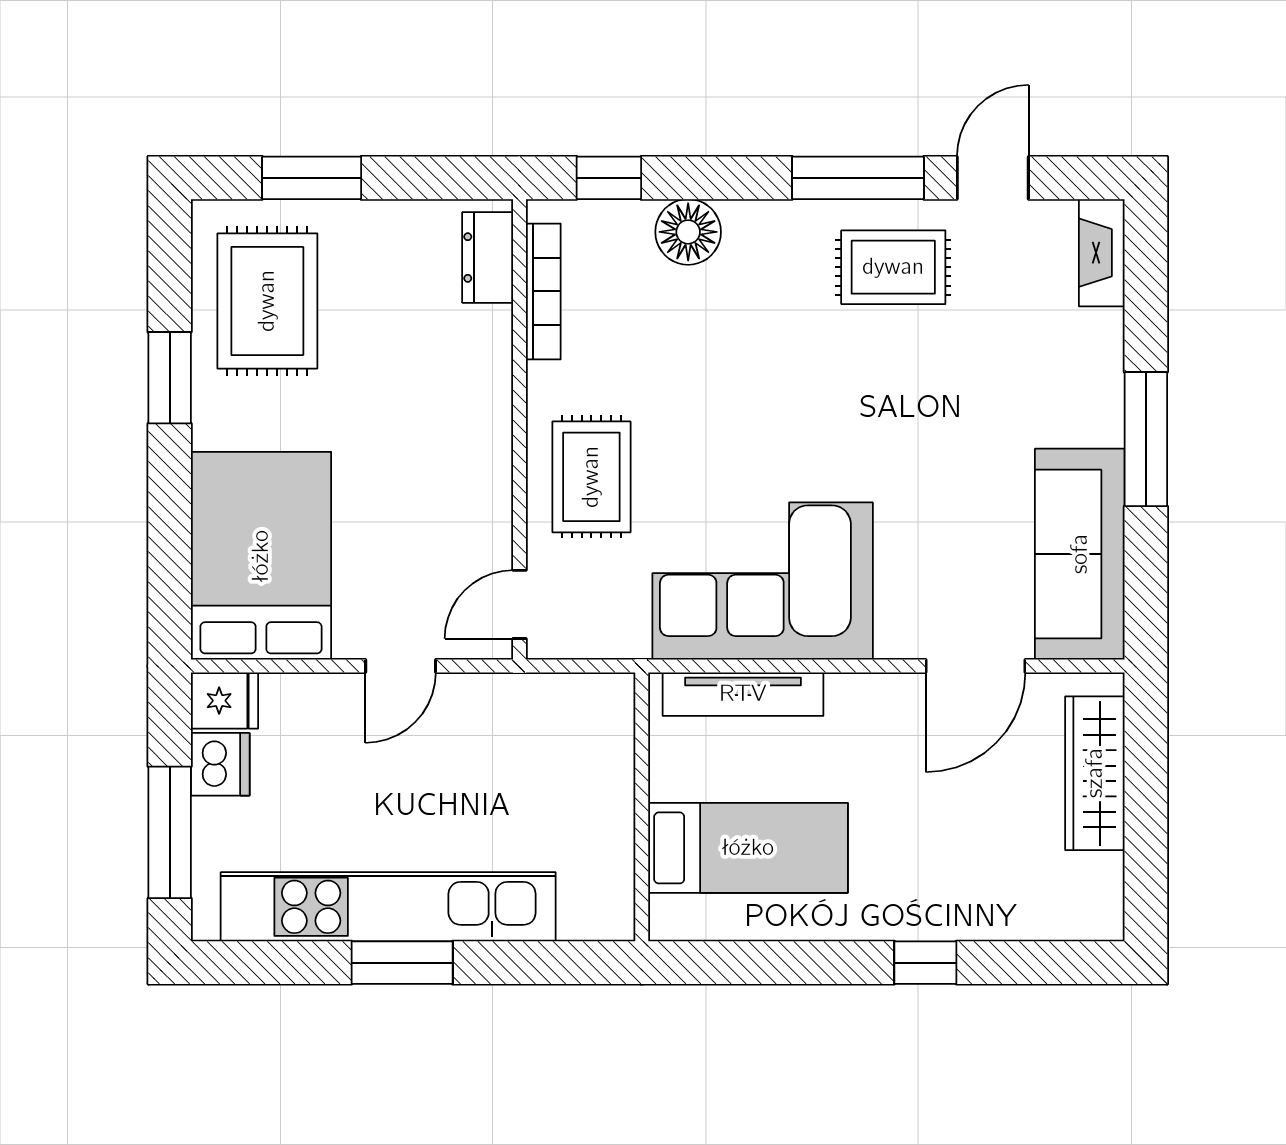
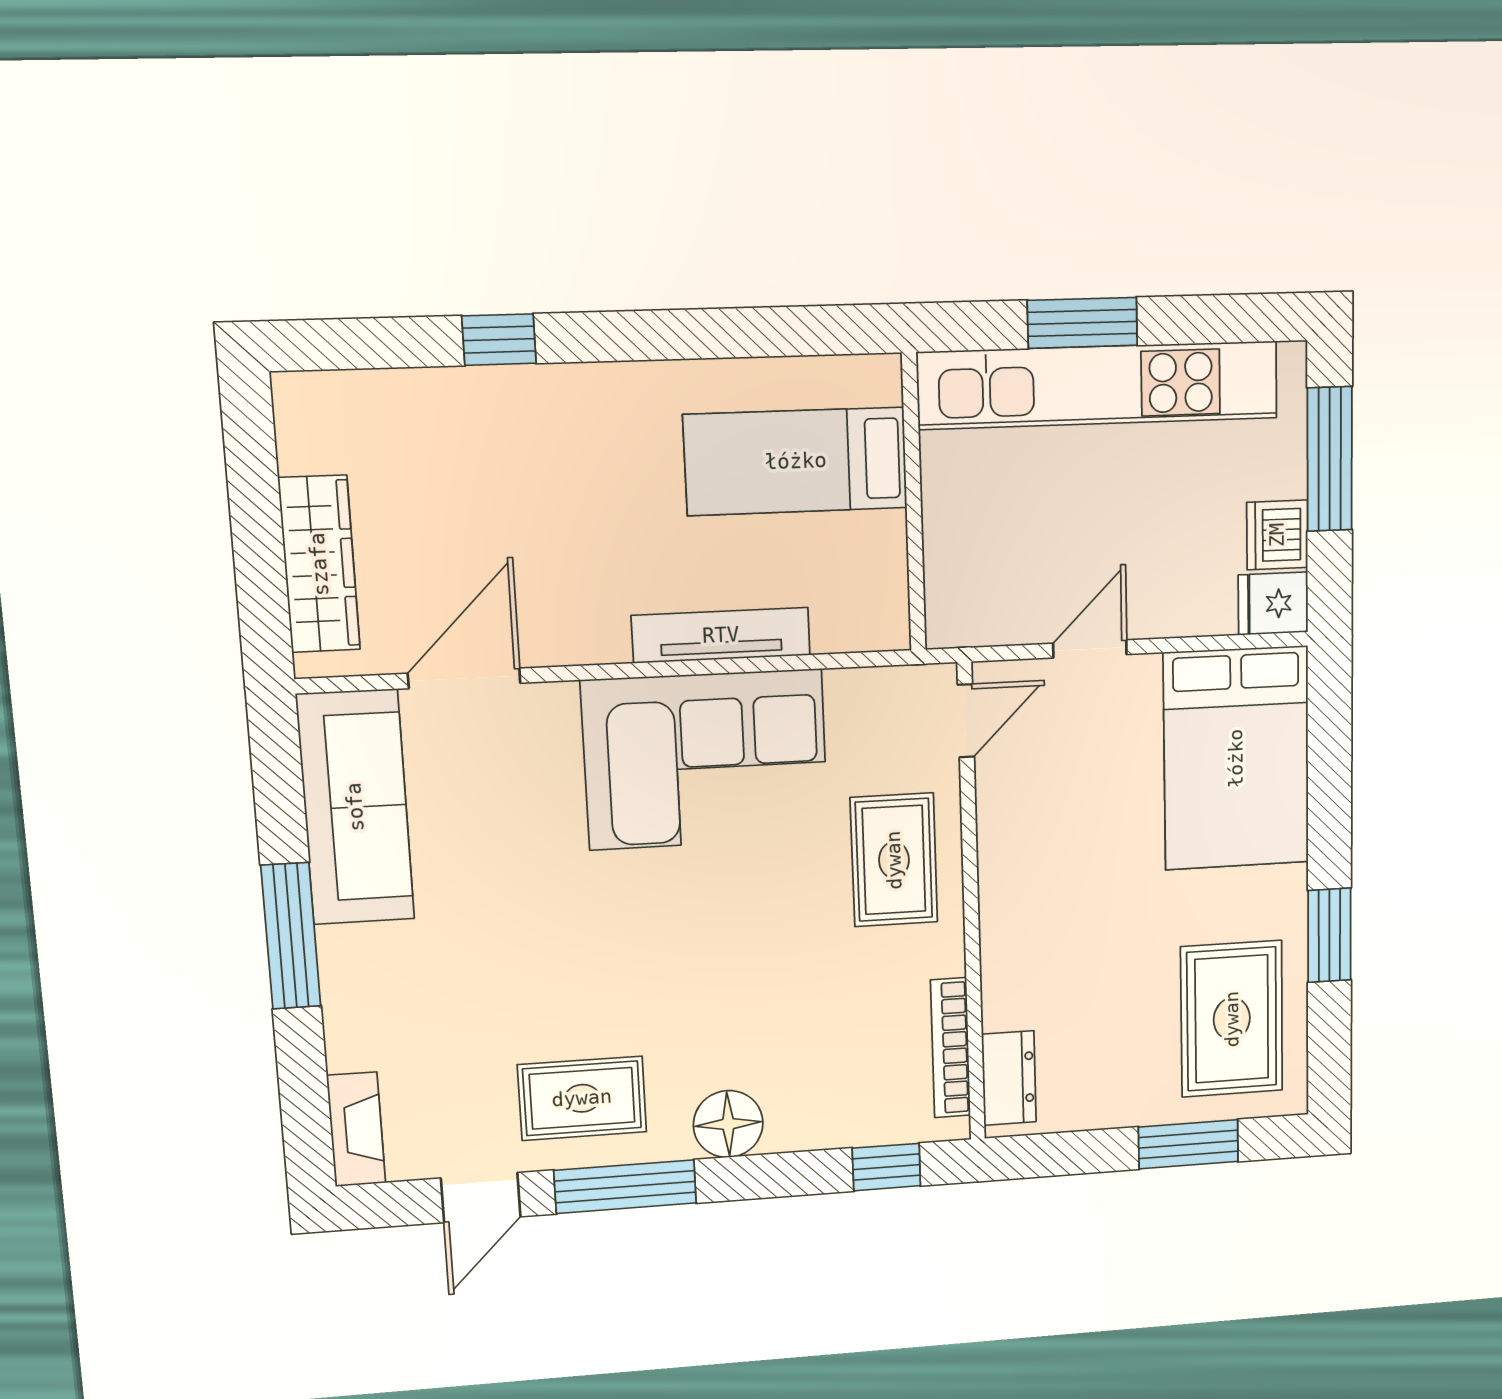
floor lamp: (688, 232) -> (728, 1124), moved
wall: (642, 807) -> (914, 503), moved
bed: (748, 848) -> (796, 461), moved

